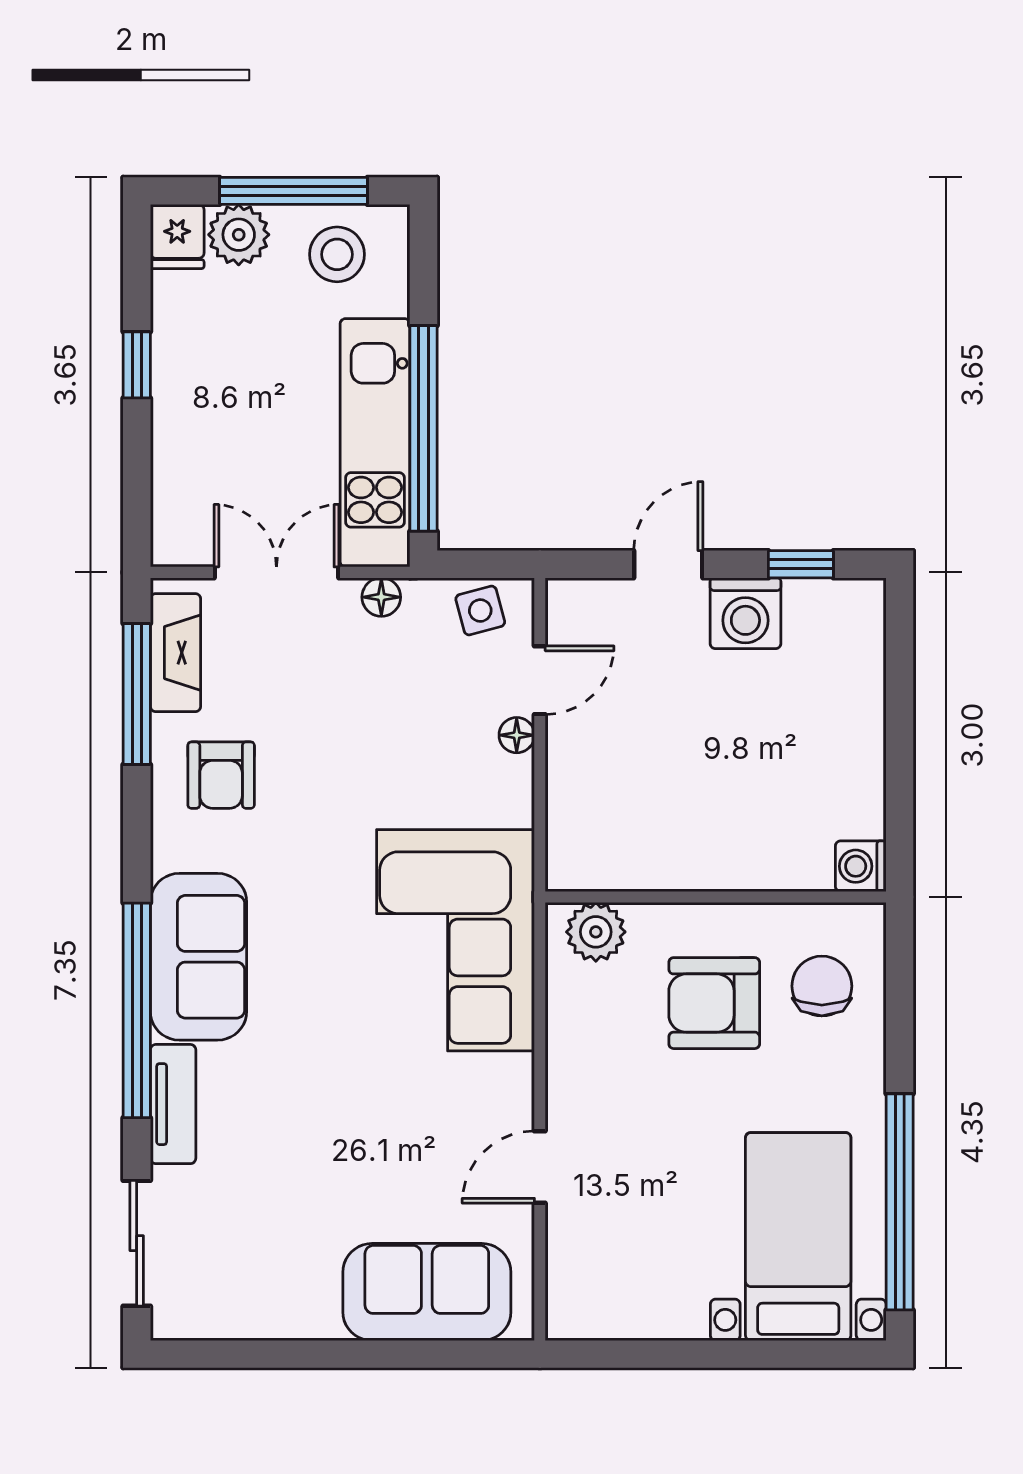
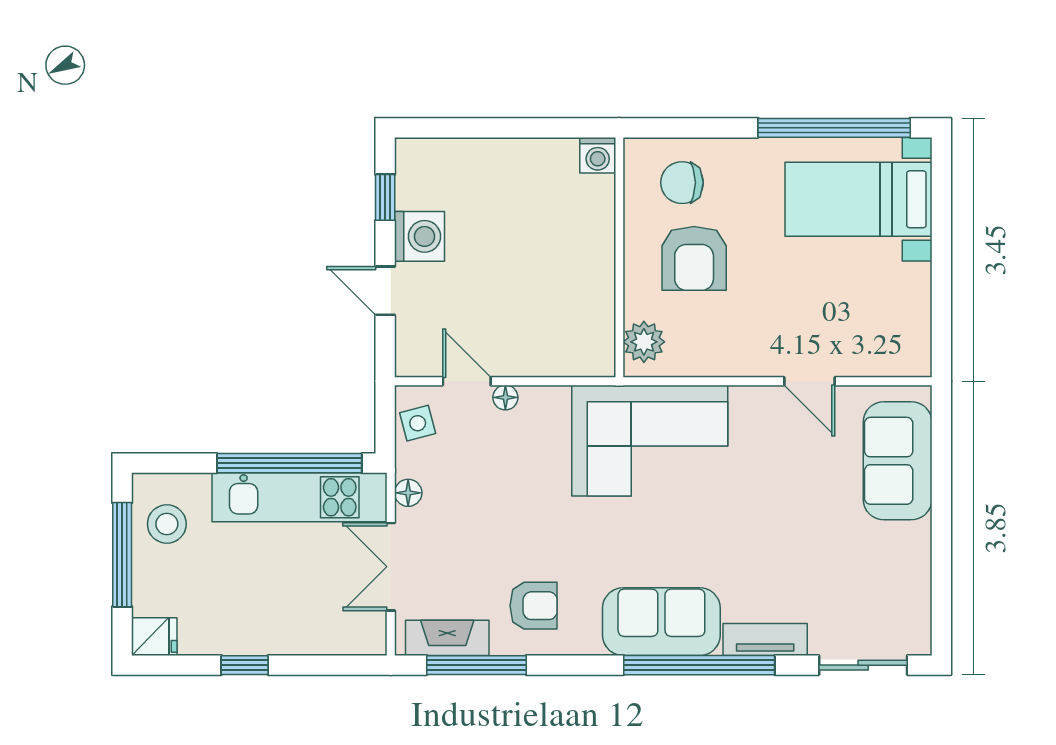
plant: (239, 235) -> (153, 593), removed

